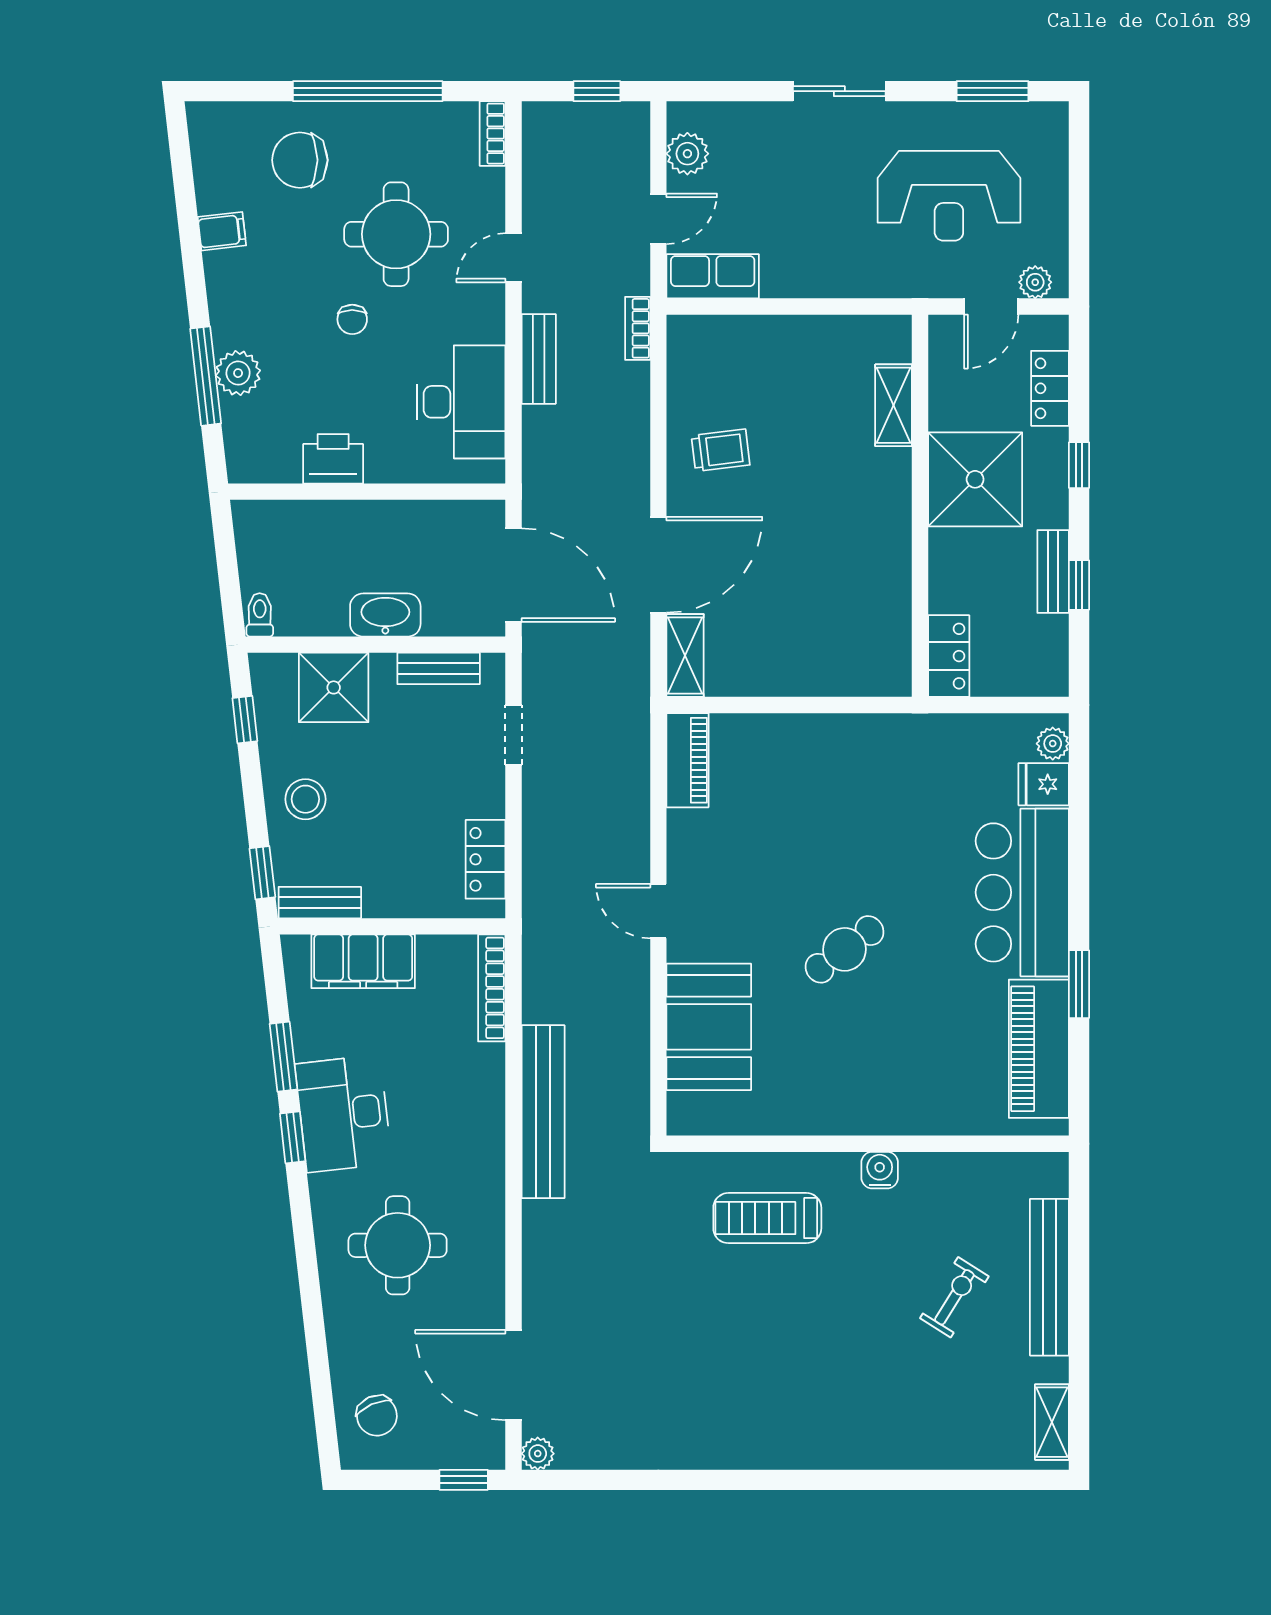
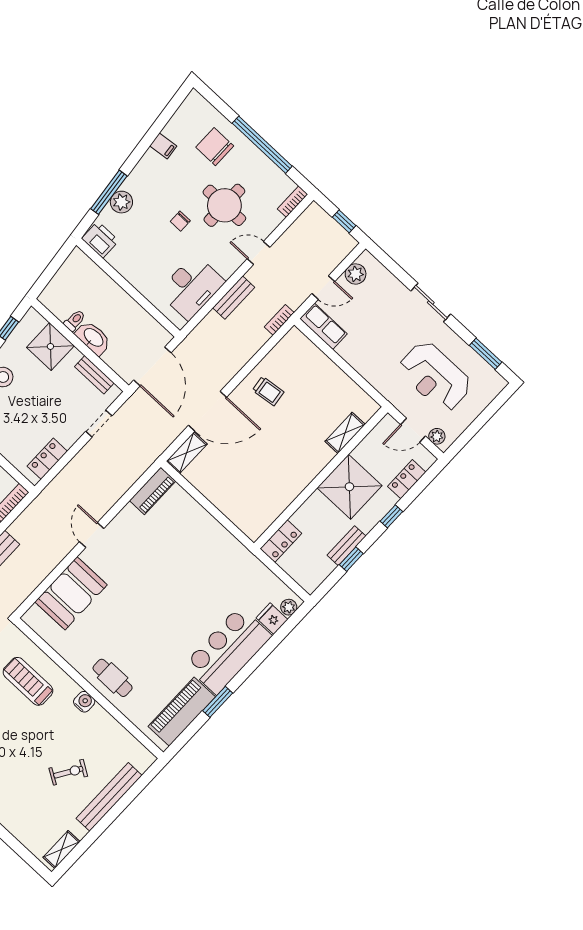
printer: (333, 459) -> (100, 240), moved
toilet: (260, 615) -> (75, 320), moved
cafe table: (845, 949) -> (113, 678), moved, turned 37

